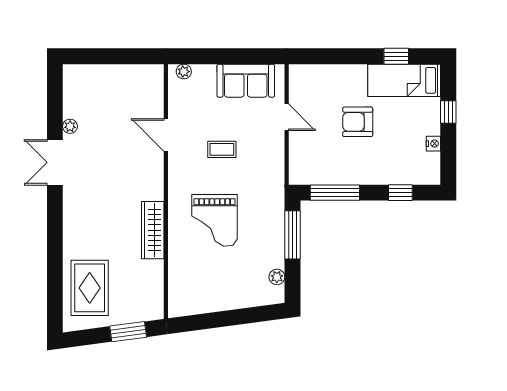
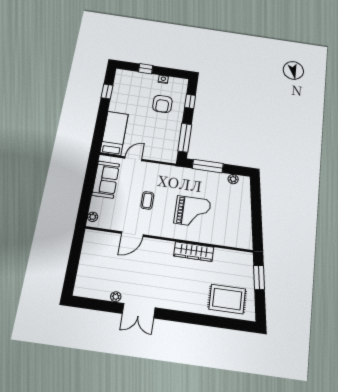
bed: (404, 80) -> (114, 133), moved, turned 180
armchair: (358, 122) -> (162, 104), moved

